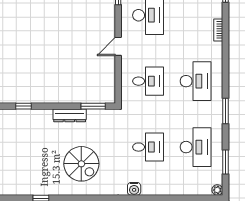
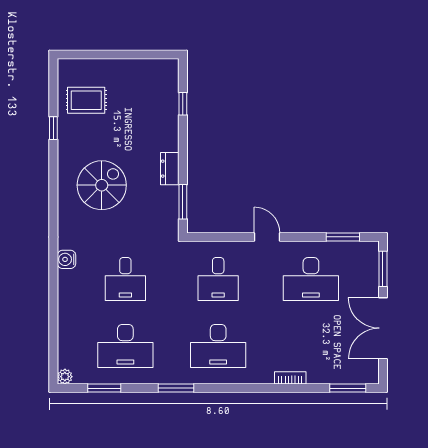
dresser: (70, 115) -> (170, 169), width x0.70
spiral stairs: (81, 164) -> (102, 185), turned 180
rug: (21, 175) -> (86, 100), added

